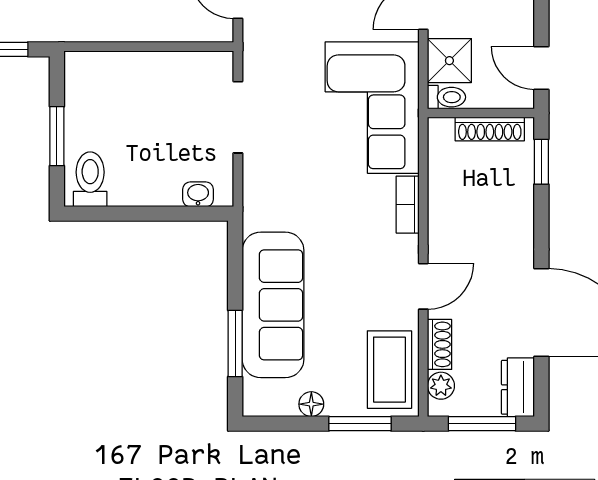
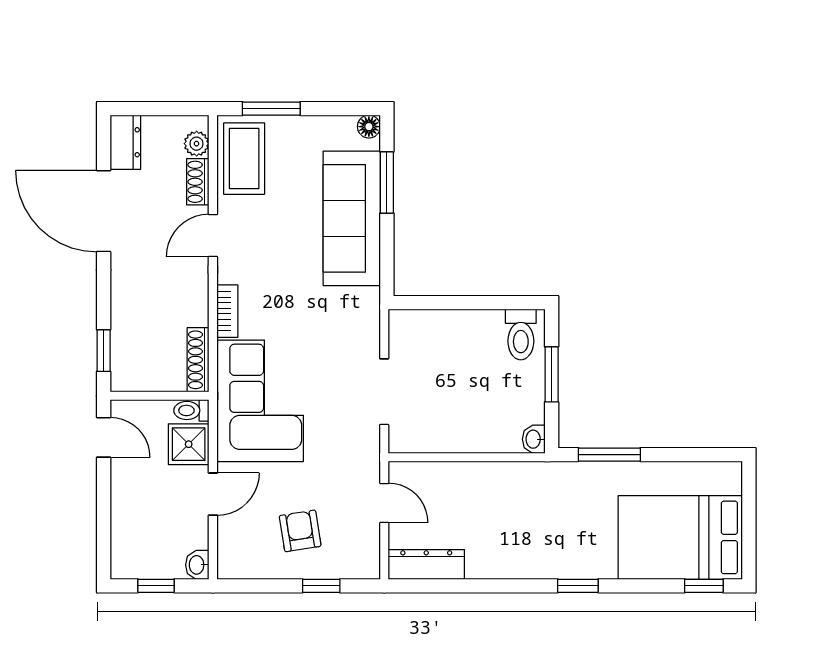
shoe rack: (490, 129) -> (198, 360), moved, turned -90
washbasin: (198, 194) -> (534, 439), moved, turned 90
floor lamp: (311, 404) -> (369, 127), moved
window: (482, 424) -> (158, 109), removed

